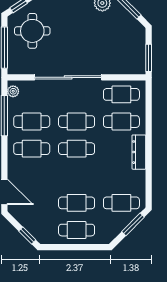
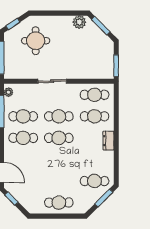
round table: (32, 31) -> (36, 41), moved
sliding door: (68, 77) -> (52, 81), width x0.54
dresser: (139, 152) -> (108, 141), width x0.70
cafe table: (77, 203) -> (59, 181), removed
window: (27, 235) -> (11, 199), moved

